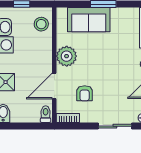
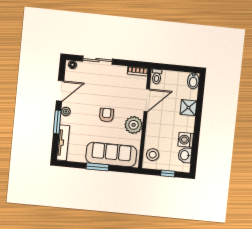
sofa: (89, 20) -> (111, 155), width x1.36
armchair: (85, 93) -> (107, 115), moved

